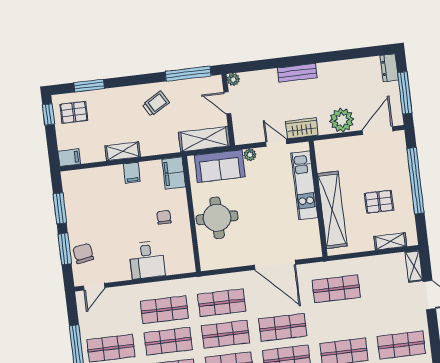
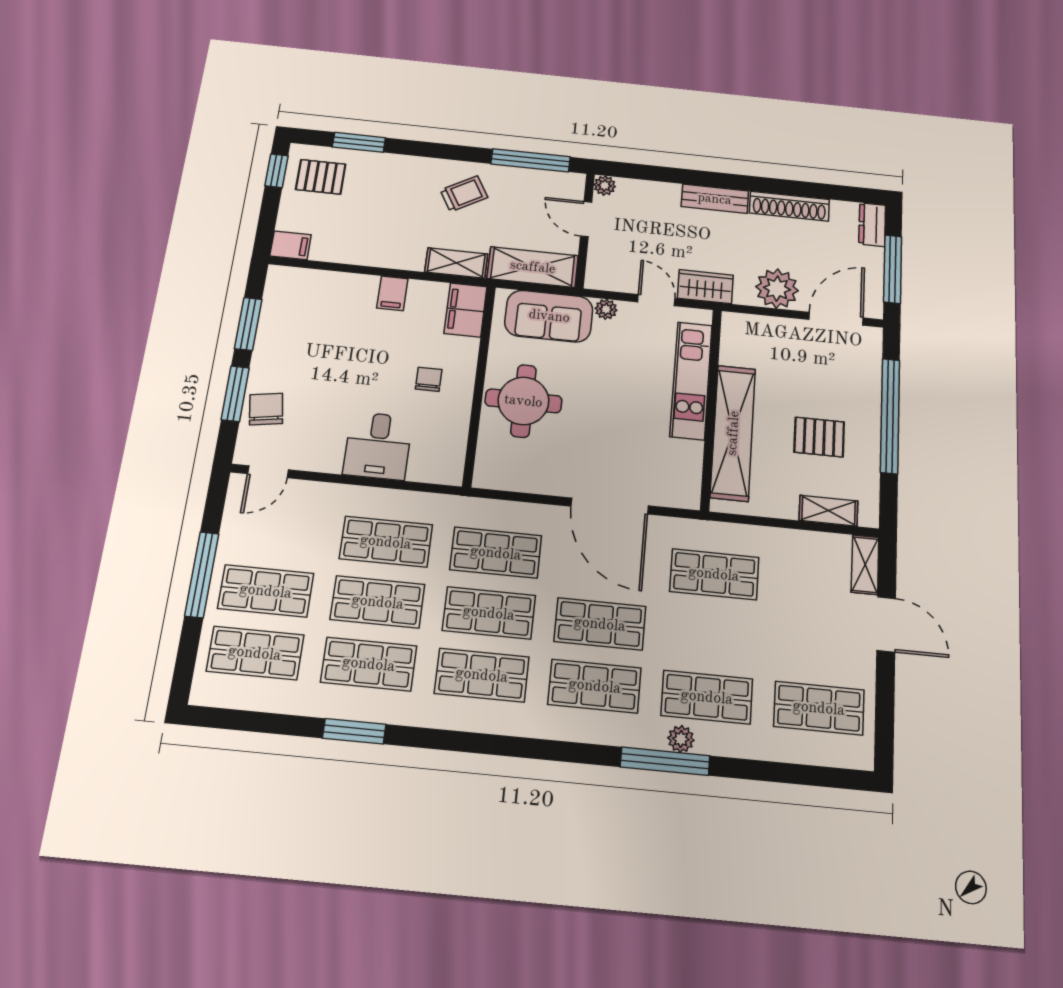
shoe rack: (340, 67) -> (789, 206), added
shelving: (123, 151) -> (456, 263), moved

